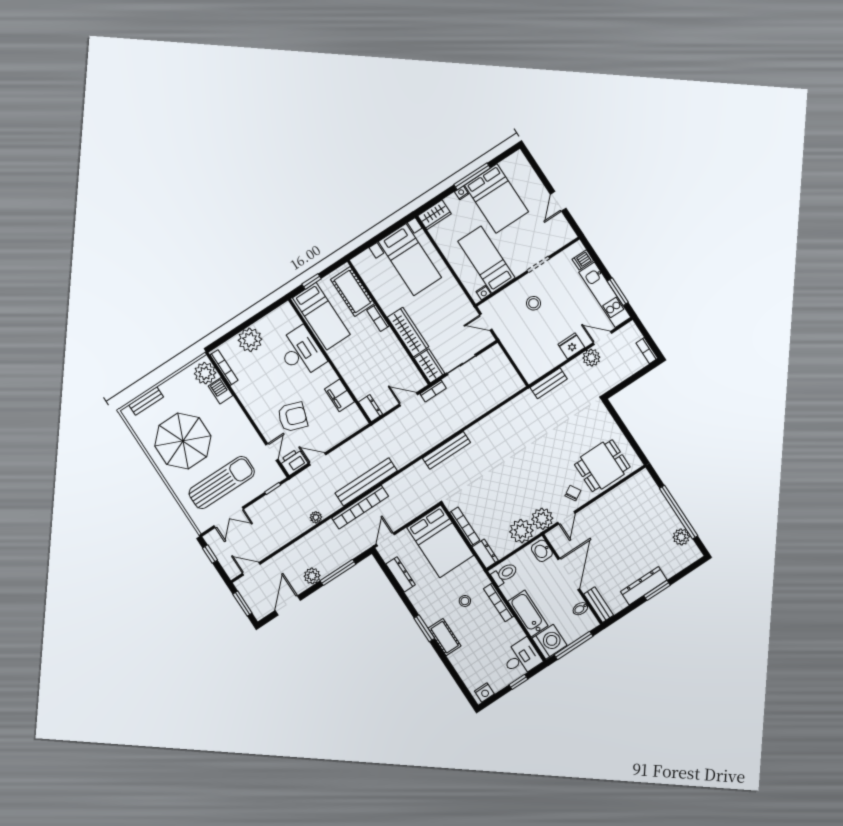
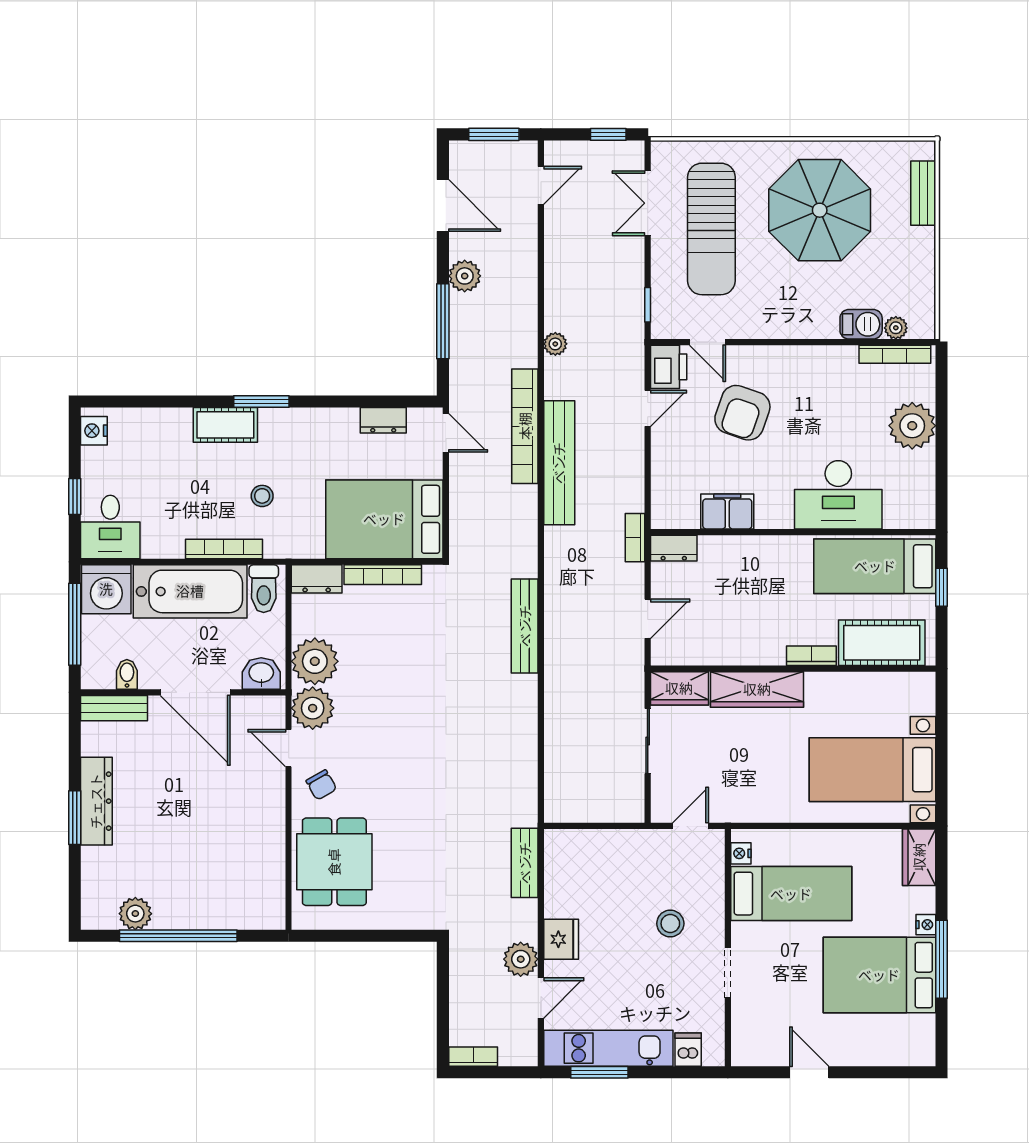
plant: (205, 373) -> (896, 328), width x0.53, depth x0.53
bookcase: (433, 391) -> (635, 538), moved
dresser: (401, 574) -> (383, 420), width x0.70
bathtub: (528, 614) -> (190, 591), width x1.36, depth x1.36

